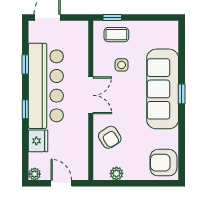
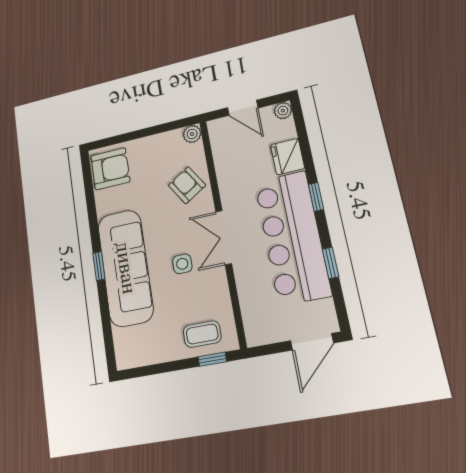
side table: (122, 65) -> (182, 264), moved
plant: (116, 173) -> (192, 134), moved

